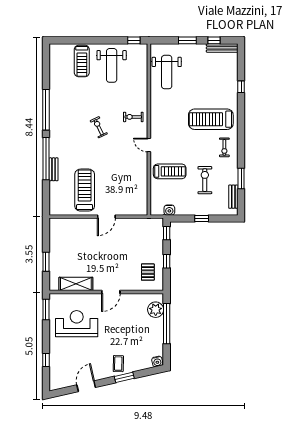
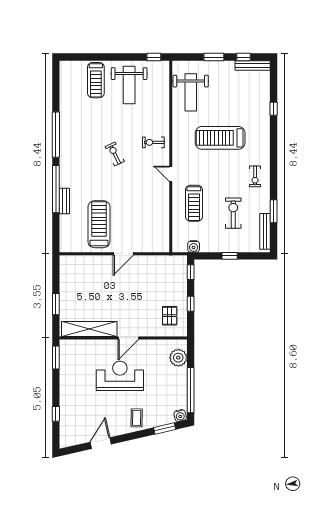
treadmill: (211, 119) -> (220, 138), moved
treadmill: (170, 171) -> (194, 203), turned 90
bench: (233, 197) -> (265, 231), width x1.36
shelving: (76, 284) -> (89, 329), width x1.47
reception desk: (77, 324) -> (120, 376), moved
window: (167, 324) -> (191, 390), moved
window: (124, 377) -> (165, 428), moved

